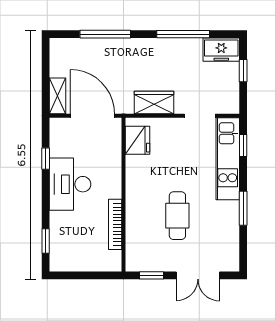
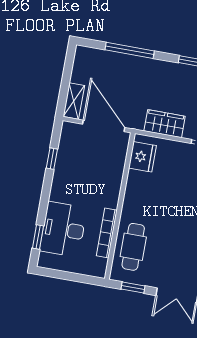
desk: (70, 184) -> (63, 229), moved
cafe table: (177, 216) -> (133, 247), moved

